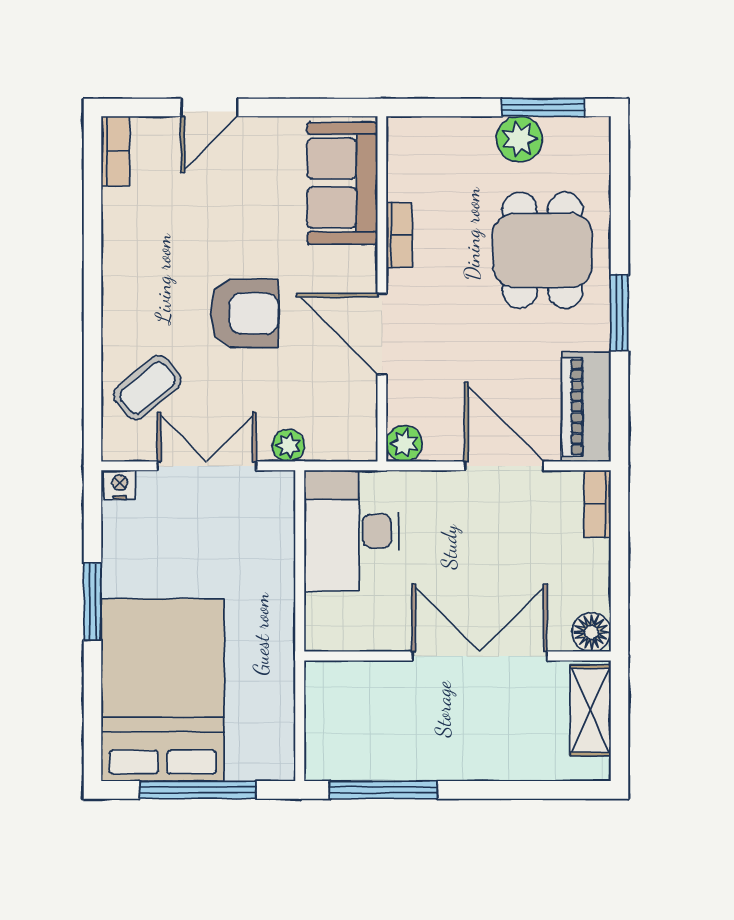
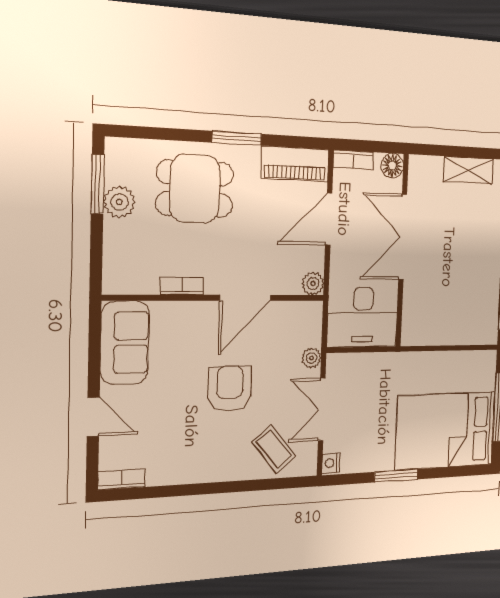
sofa: (342, 183) -> (125, 343), moved, turned -90
floor lamp: (591, 632) -> (392, 166), moved
wall: (457, 656) -> (402, 251), moved
double door: (480, 656) -> (403, 237), moved

